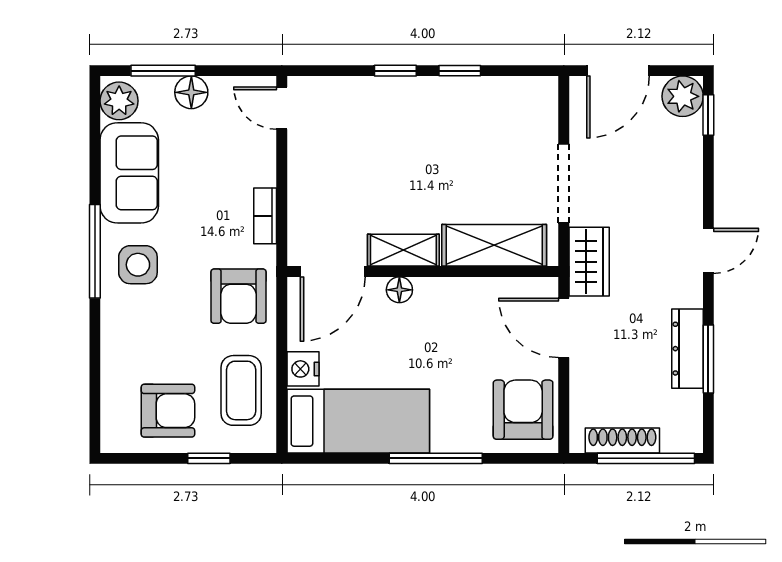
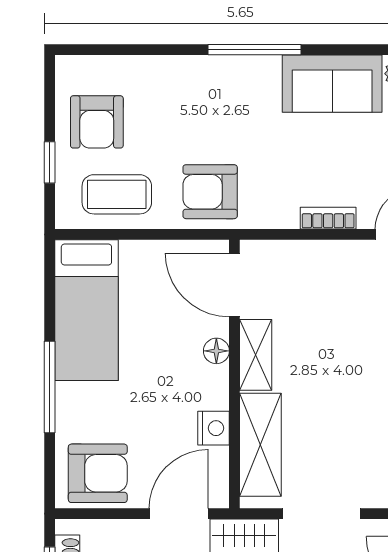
bookcase: (265, 216) -> (328, 218), moved
side table: (138, 265) -> (241, 92), removed
nightstand: (303, 369) -> (214, 428), moved, turned 90

